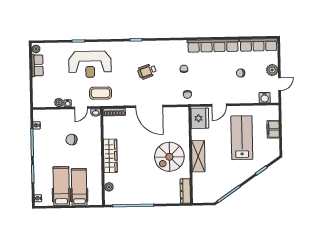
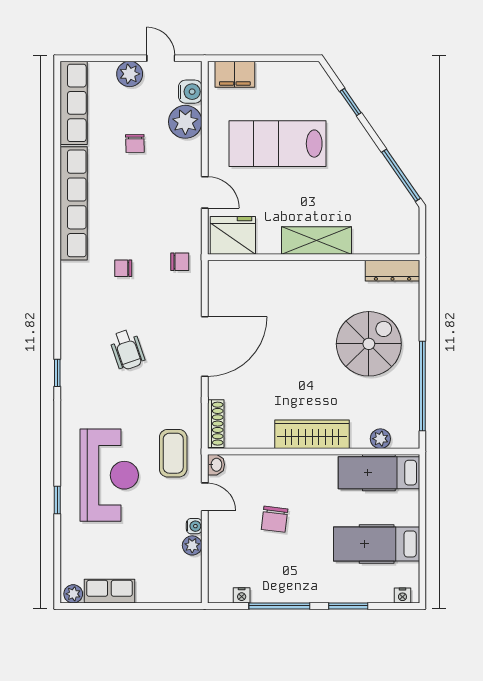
plant: (251, 96) -> (185, 122), added
filing cabinet: (273, 129) -> (235, 74), moved
spiral stairs: (169, 157) -> (369, 344), moved, turned -90
hospital bed: (79, 187) -> (379, 473), moved

